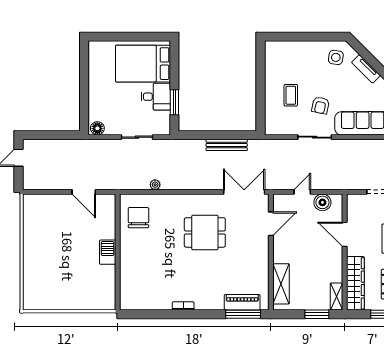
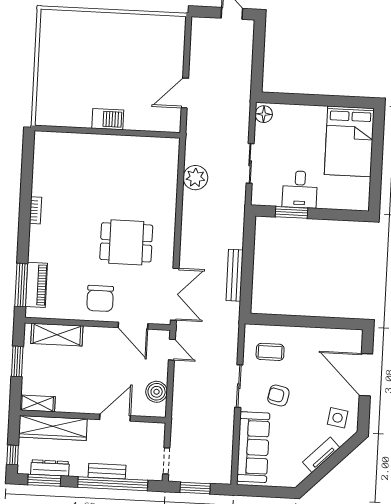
door: (300, 37) -> (366, 375), added
bed: (143, 64) -> (349, 141), moved, turned 180
coffee table: (291, 95) -> (270, 352), moved
plant: (155, 185) -> (195, 178), width x1.88, depth x1.88
door: (302, 192) -> (172, 350), moved
chair: (138, 218) -> (100, 298), moved, turned 90
dining table: (205, 232) -> (126, 242), turned 90
window: (317, 314) -> (17, 361), moved

